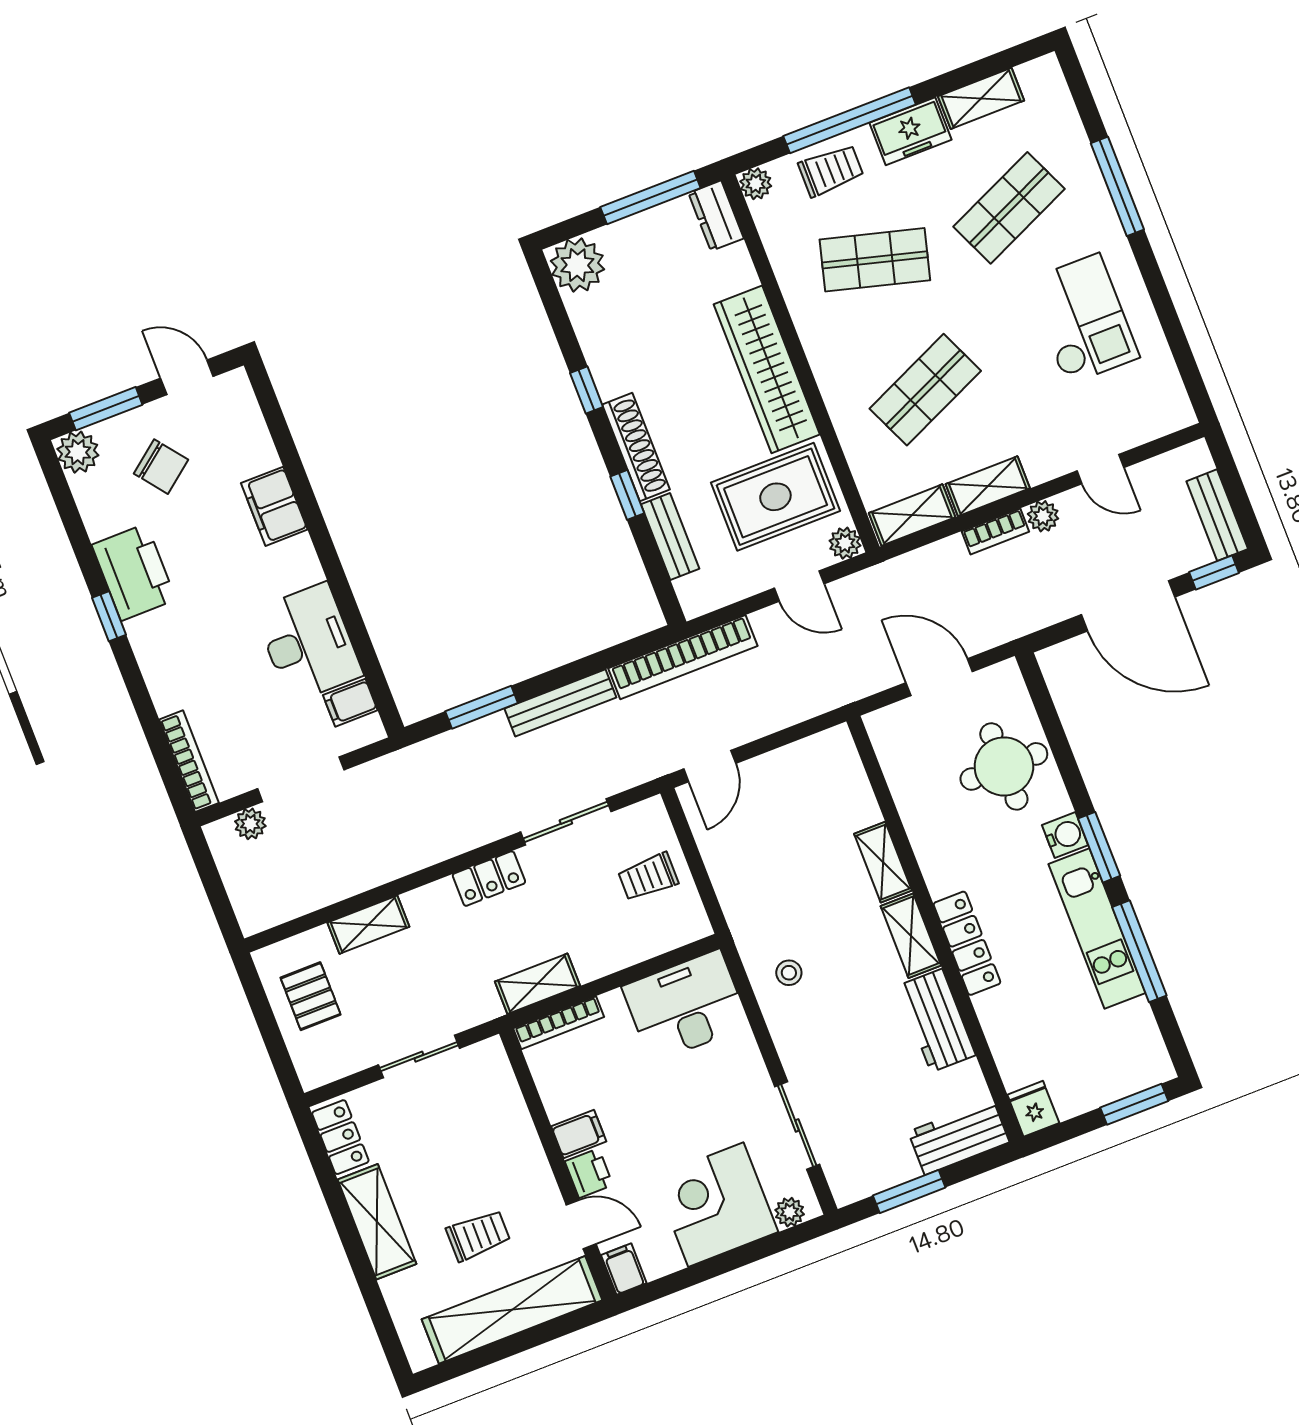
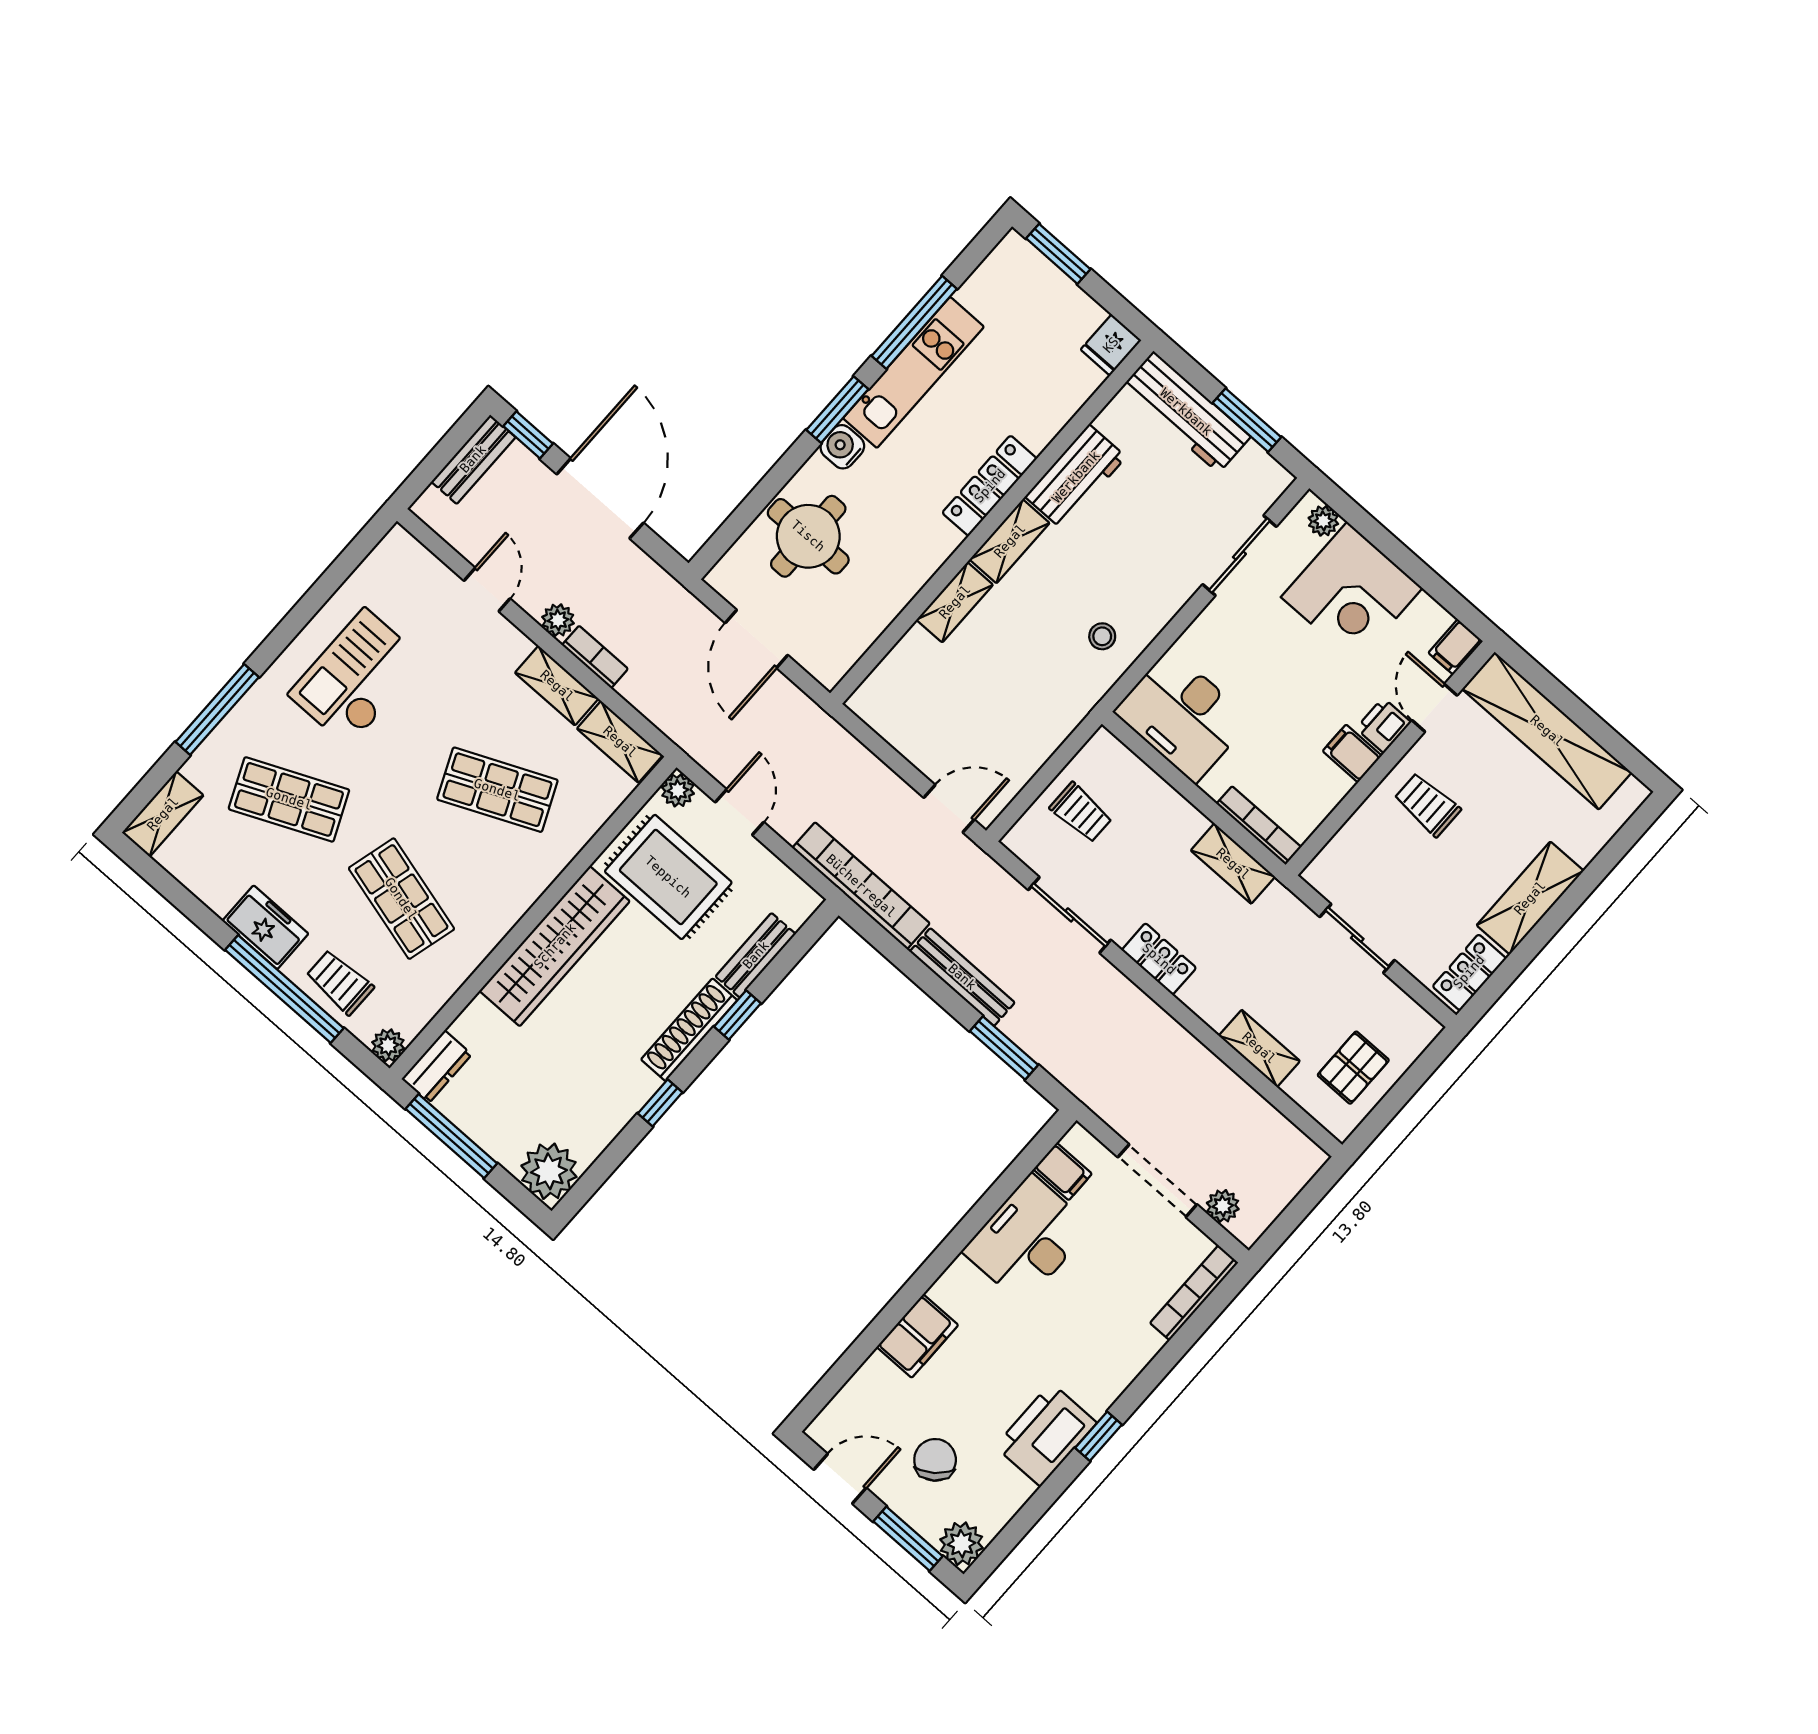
shelving: (981, 98) -> (163, 814), moved, turned 90
door: (187, 377) -> (840, 1479), swing flipped
workbench: (959, 1137) -> (1186, 412), width x1.38
trolley: (478, 1235) -> (1427, 805), moved

